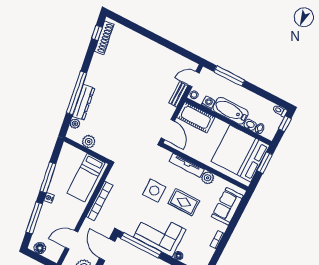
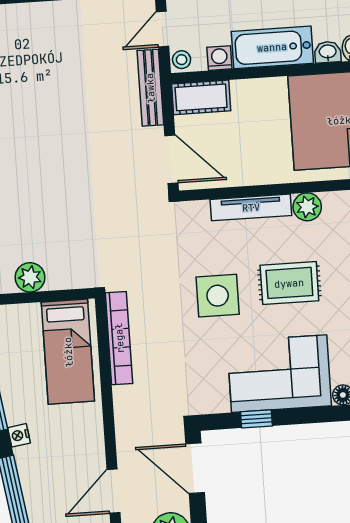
bench: (178, 94) -> (150, 88), width x1.36
cot: (196, 117) -> (201, 97), width x0.73, depth x0.75
bookcase: (99, 201) -> (119, 338), moved
window: (141, 245) -> (256, 419), width x0.32

